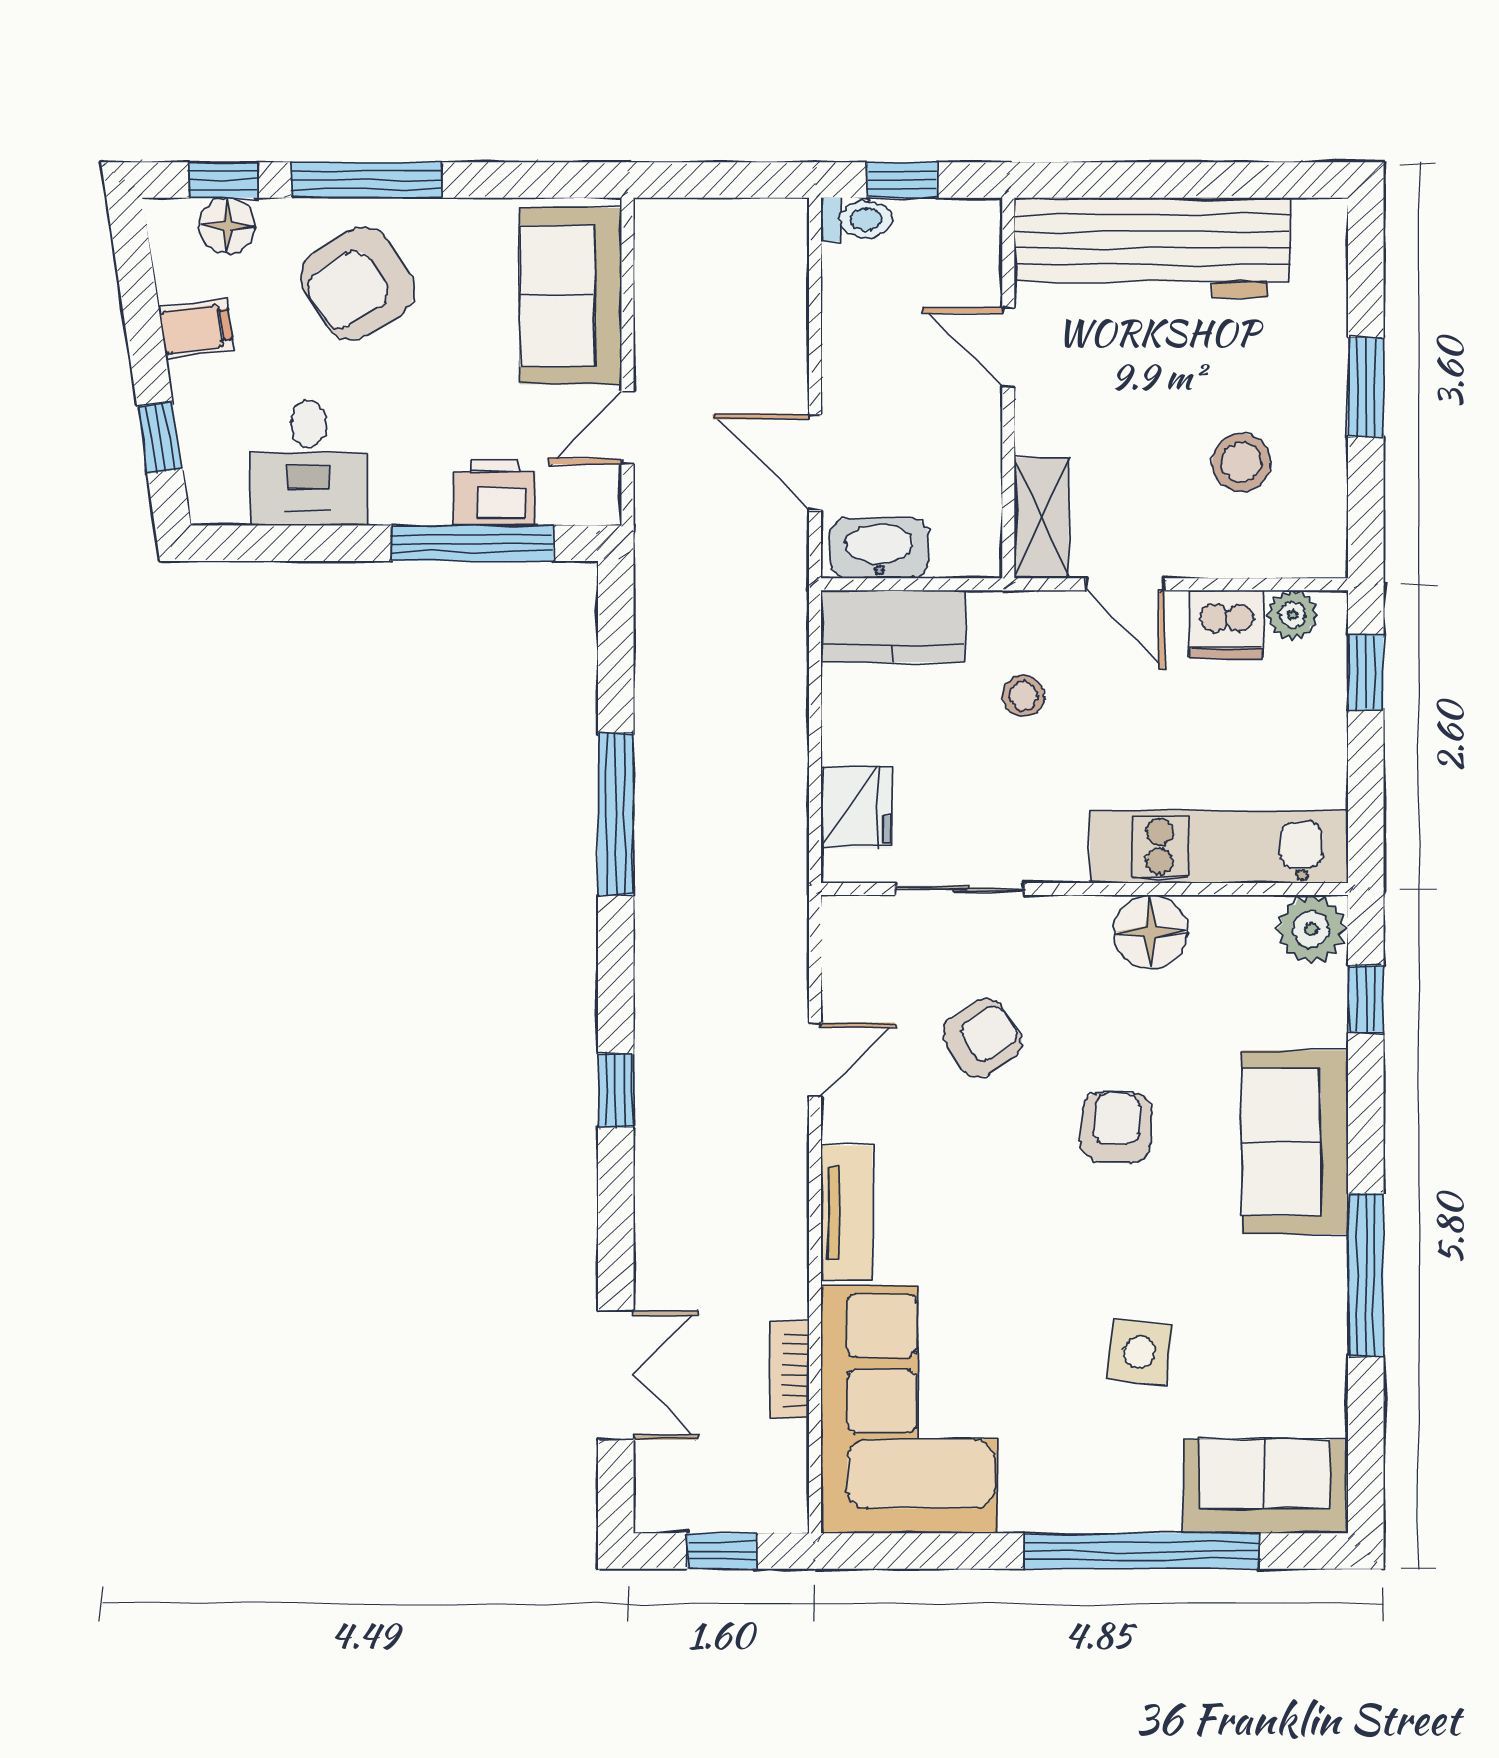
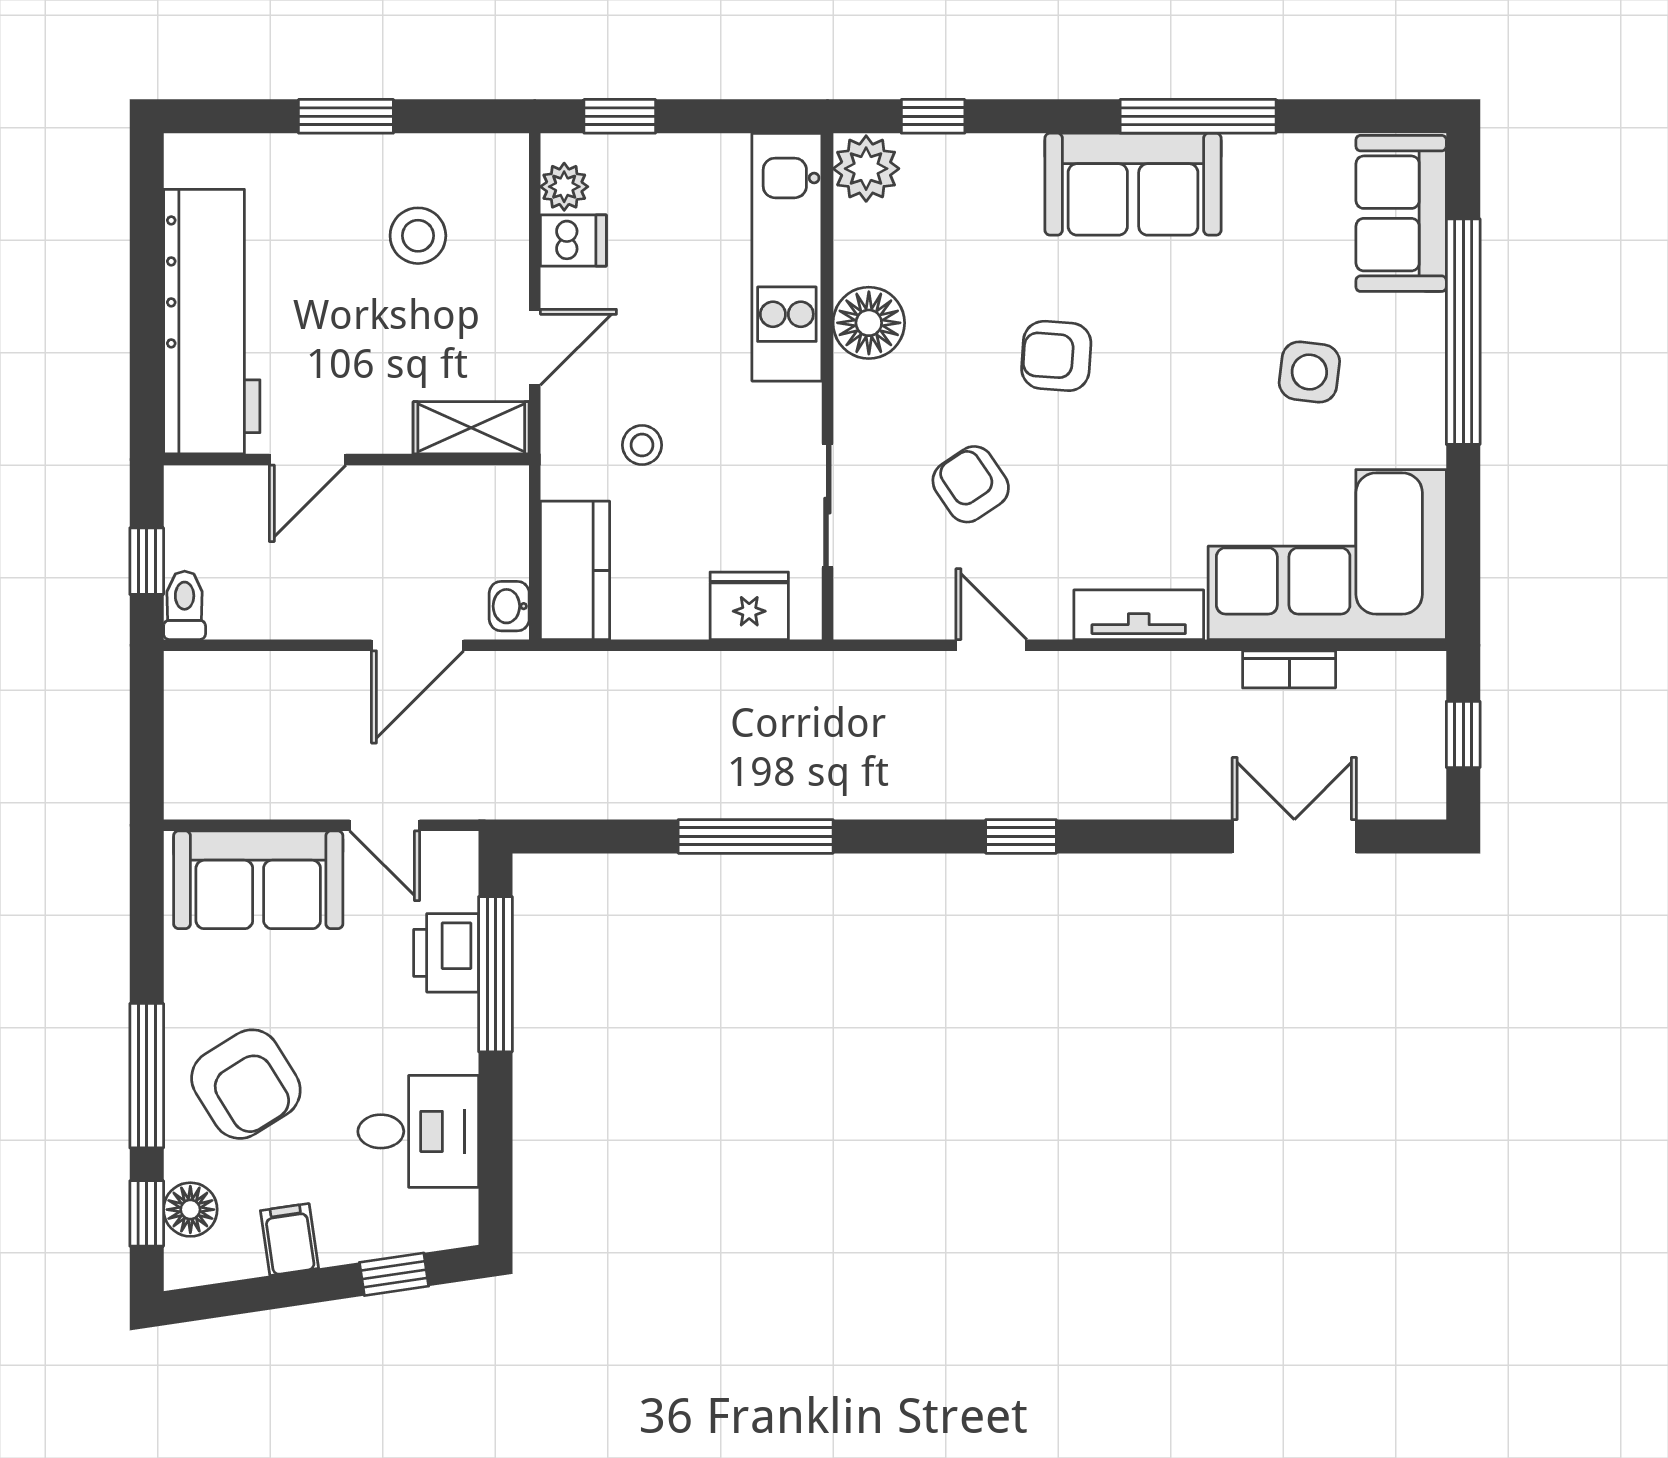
washbasin: (879, 548) -> (509, 606), width x0.52, depth x0.69
dishwasher: (1226, 624) -> (573, 240), width x0.73
sofa: (1295, 1142) -> (1133, 184), moved
side table: (1139, 1352) -> (1309, 372), moved

